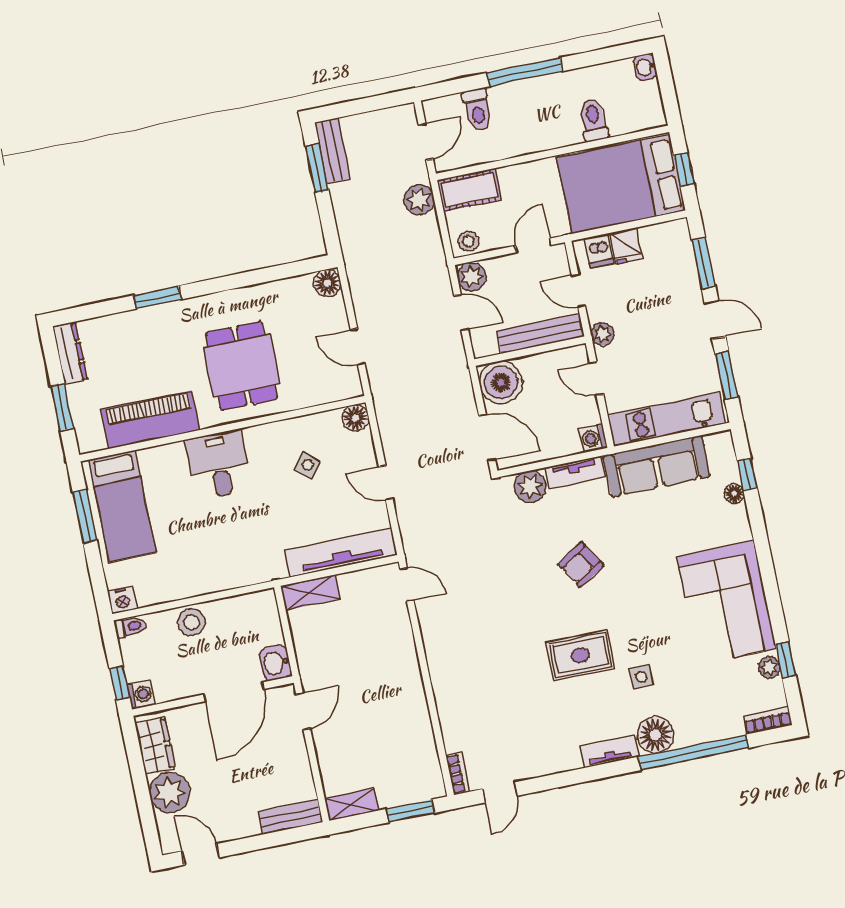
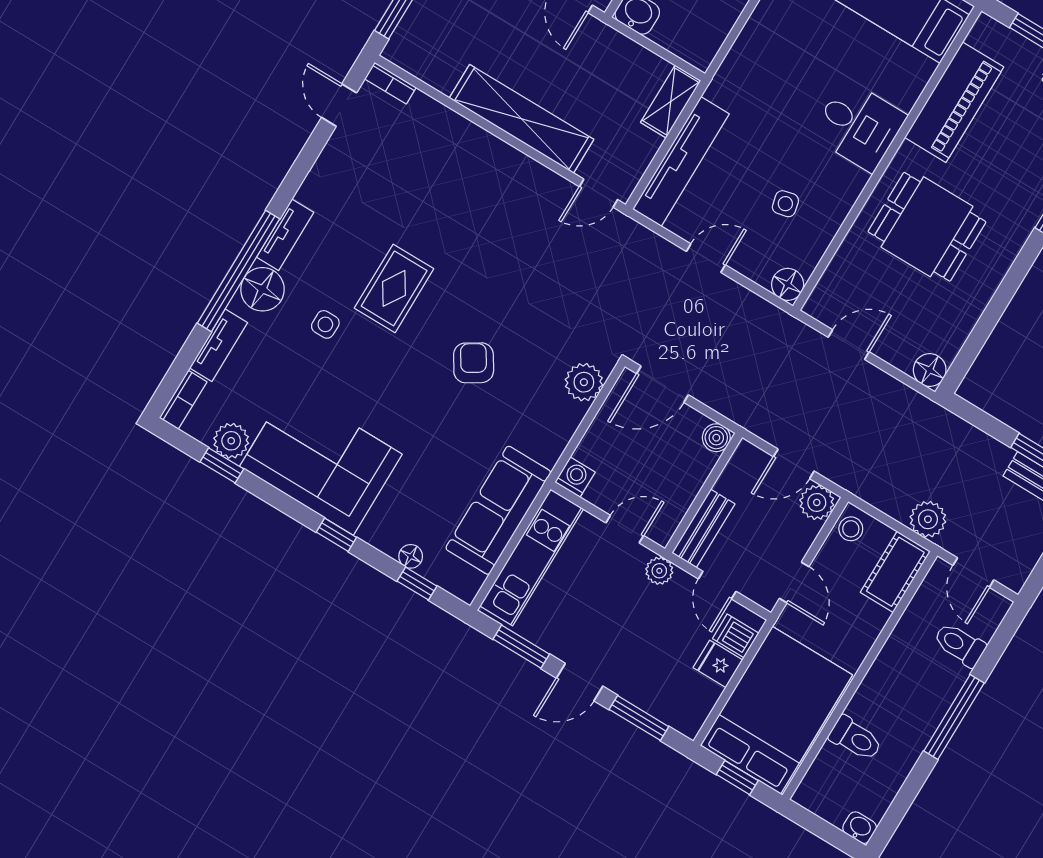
door: (578, 291) -> (717, 585), swing flipped
bench: (541, 333) -> (703, 528), width x0.73
boiler: (501, 382) -> (716, 438), width x0.54, depth x0.54
side table: (308, 465) -> (785, 204), turned 37
tv unit: (575, 472) -> (219, 345), moved, turned 180
window: (763, 551) -> (336, 535), added
plant: (769, 667) -> (231, 441), width x1.38, depth x1.38
shelving: (405, 674) -> (522, 119), added
window: (694, 752) -> (239, 271), moved

